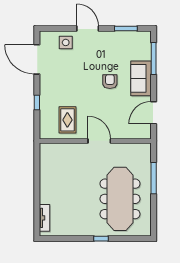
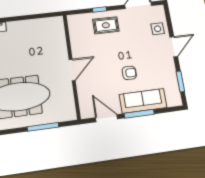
window: (154, 59) -> (139, 114), moved
sofa: (141, 78) -> (143, 101), width x1.36
rug: (67, 120) -> (106, 25), moved

